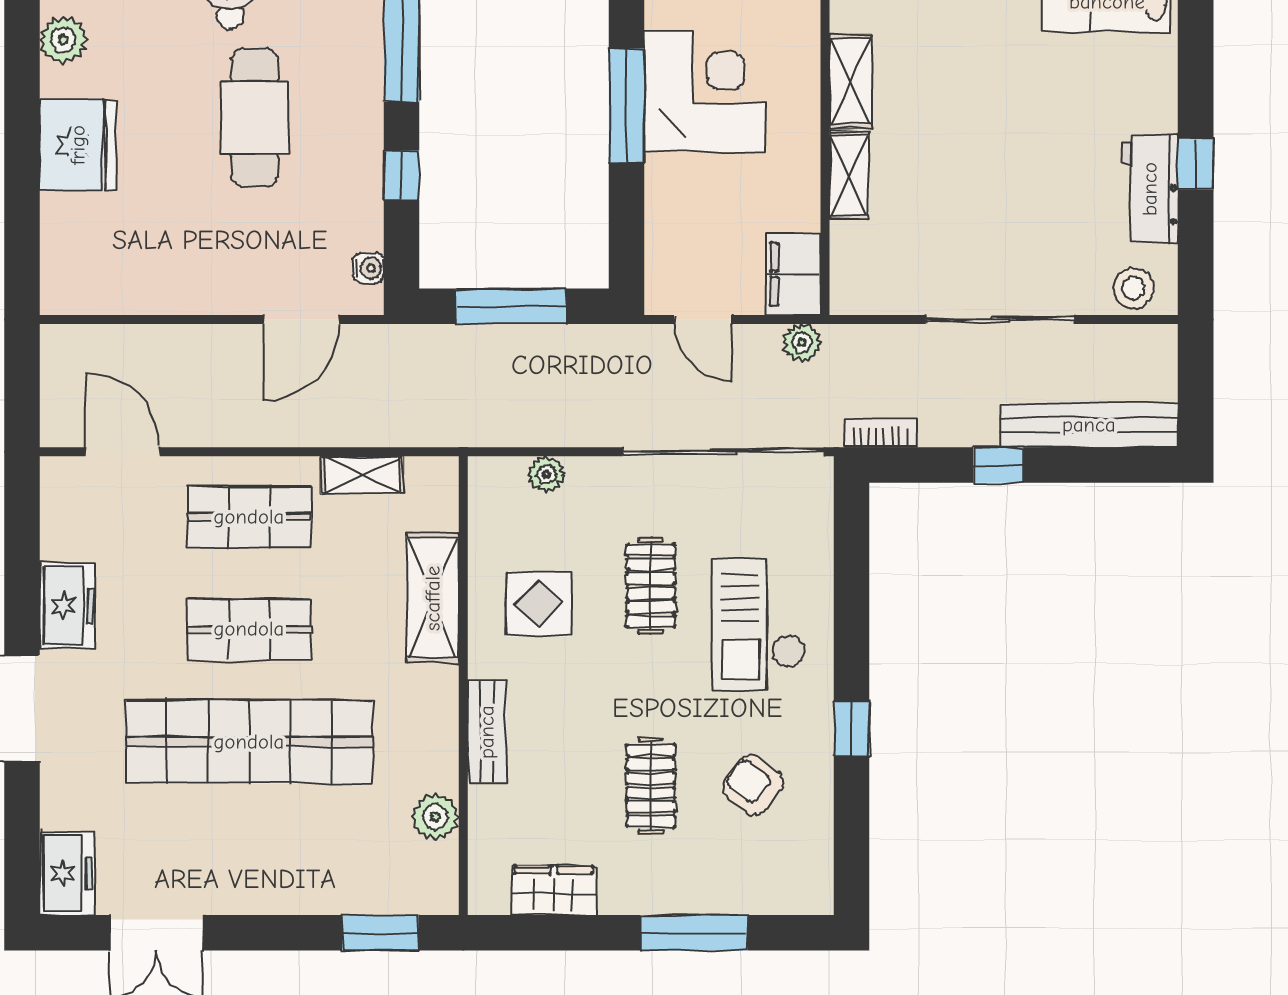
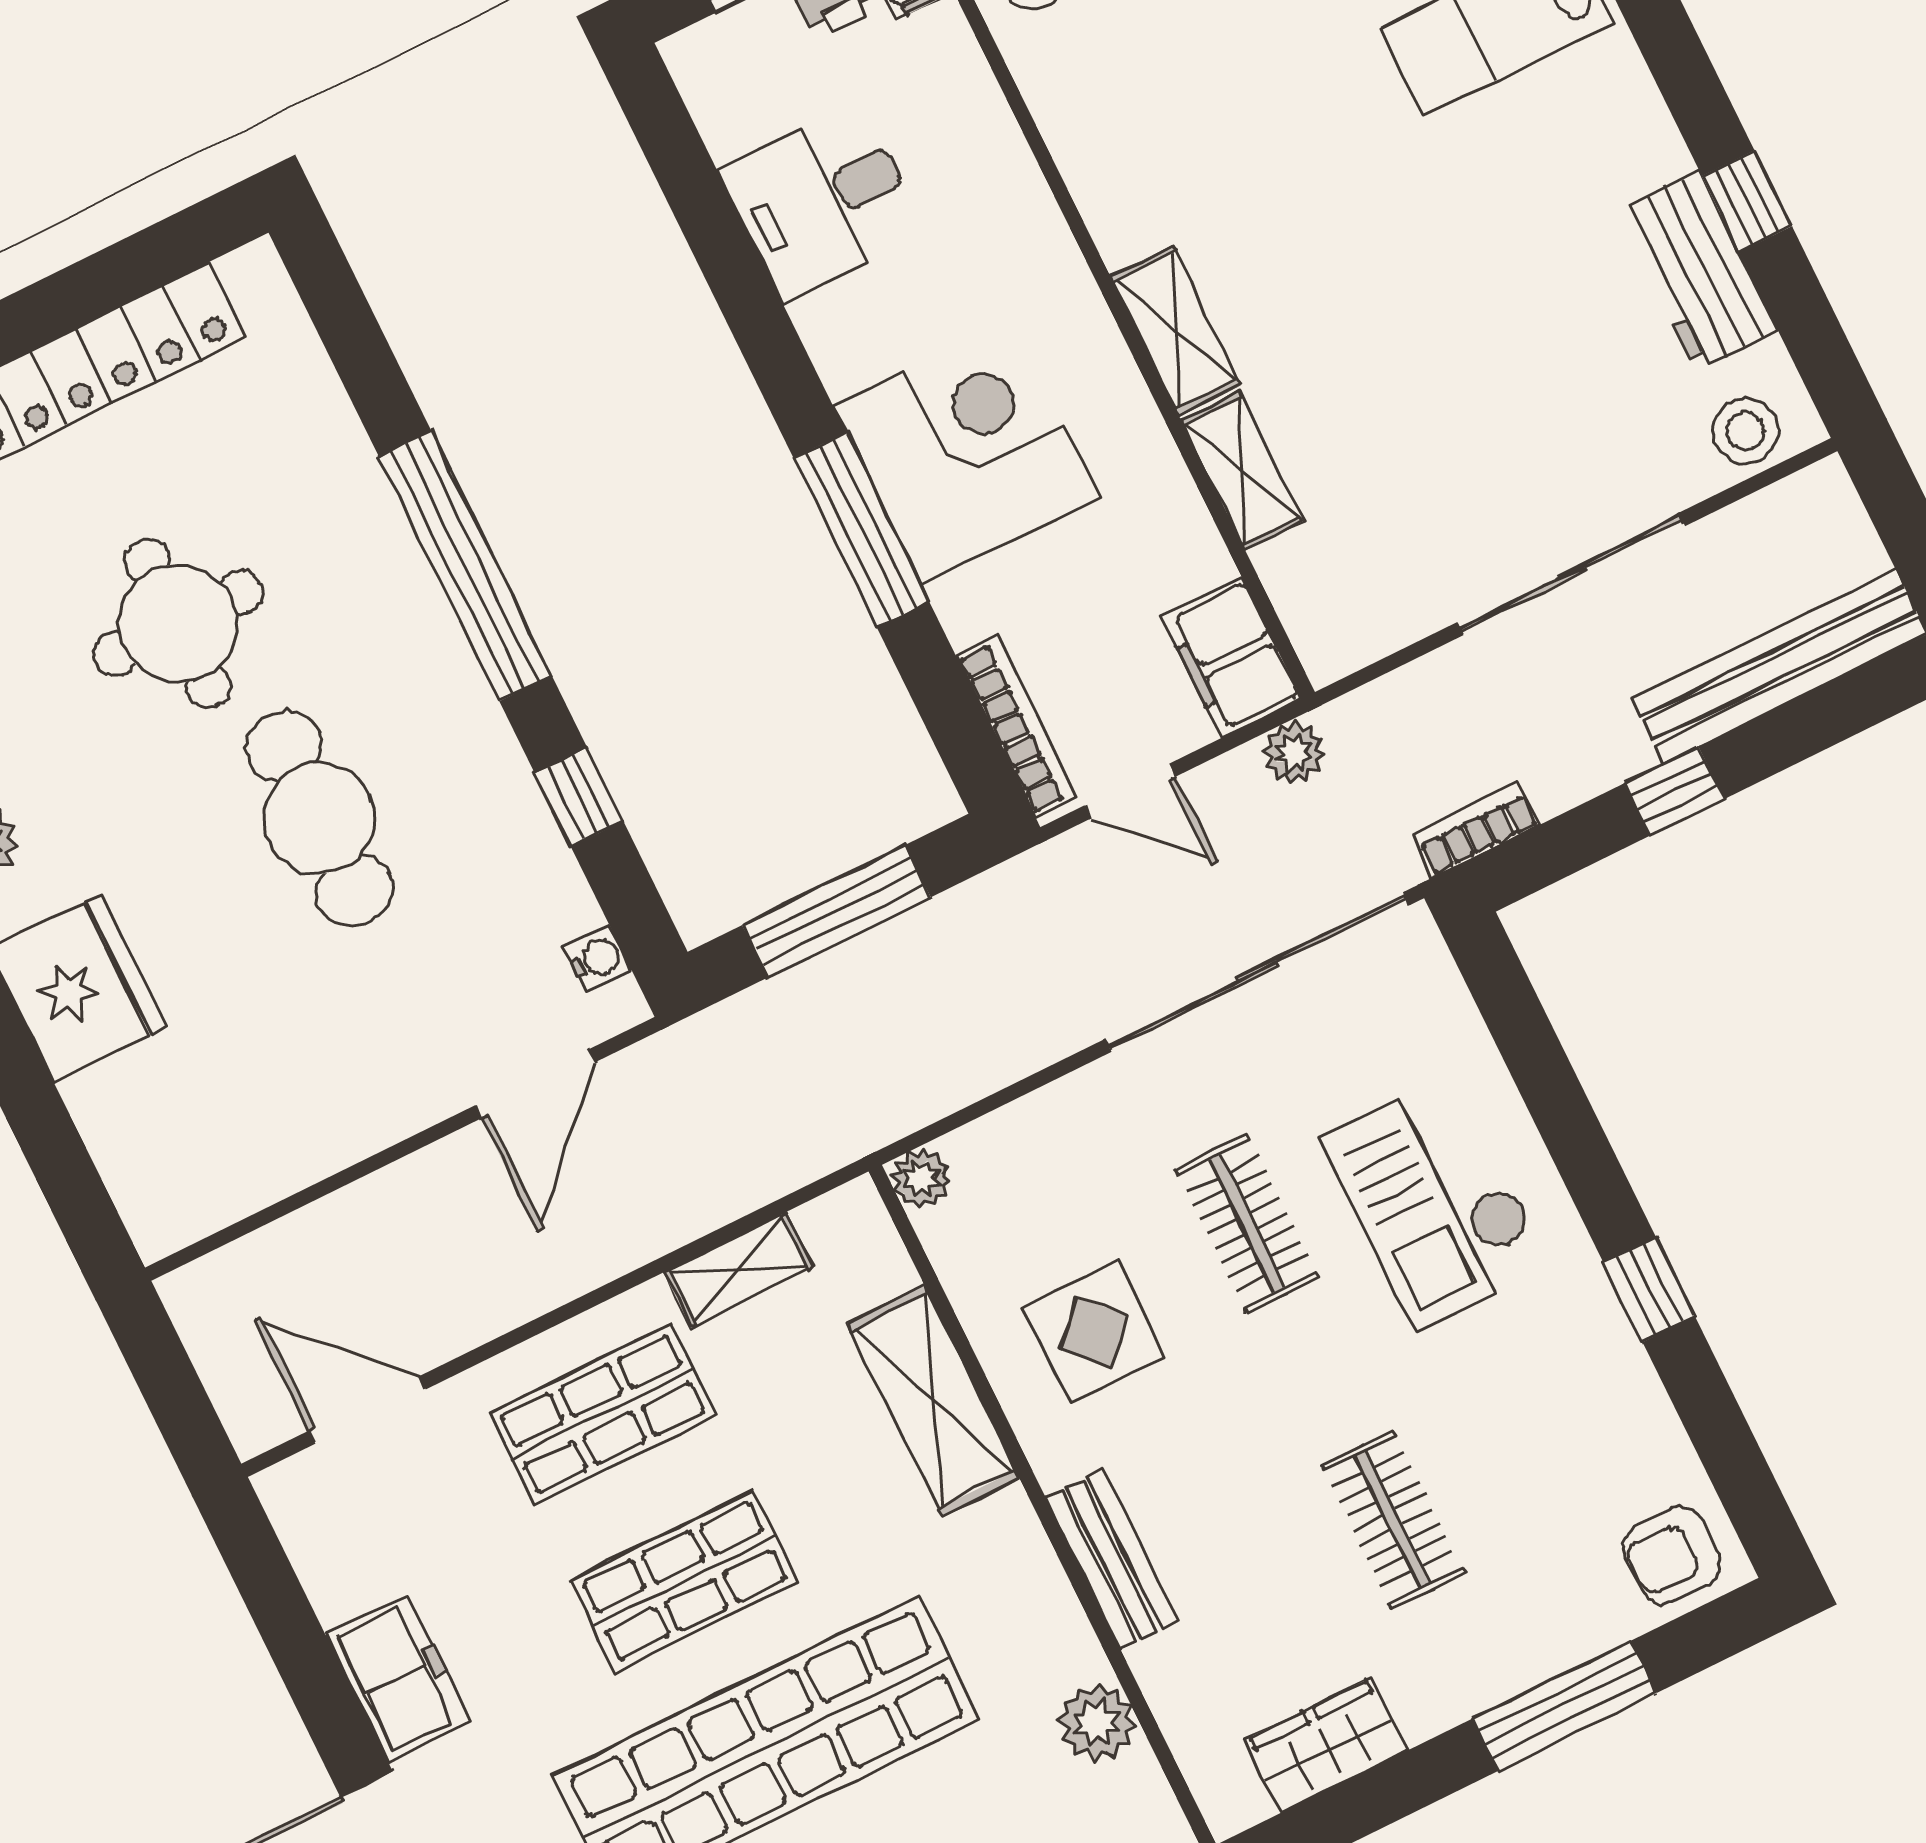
bookcase: (658, 254) -> (1016, 727), added
plant: (547, 474) -> (921, 1178), moved
armchair: (753, 785) -> (1672, 1555), moved, turned -38

